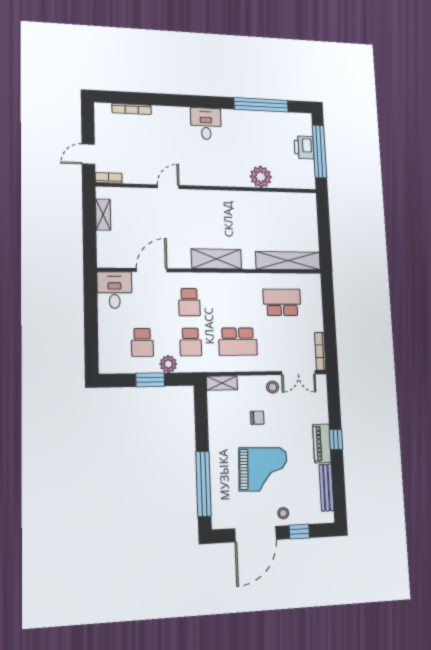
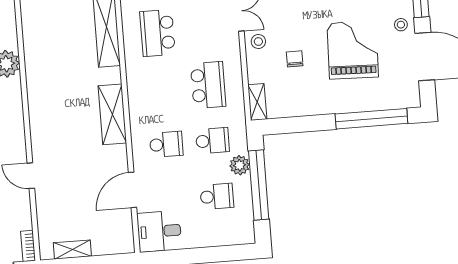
door: (152, 270) -> (132, 190), hinge flipped
window: (150, 380) -> (259, 185), width x2.11

